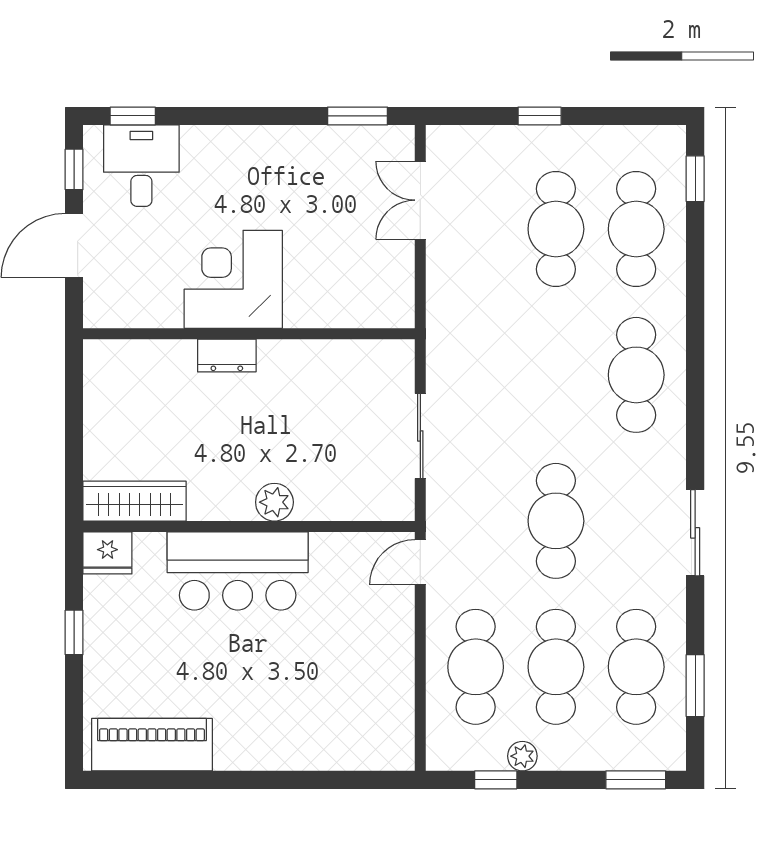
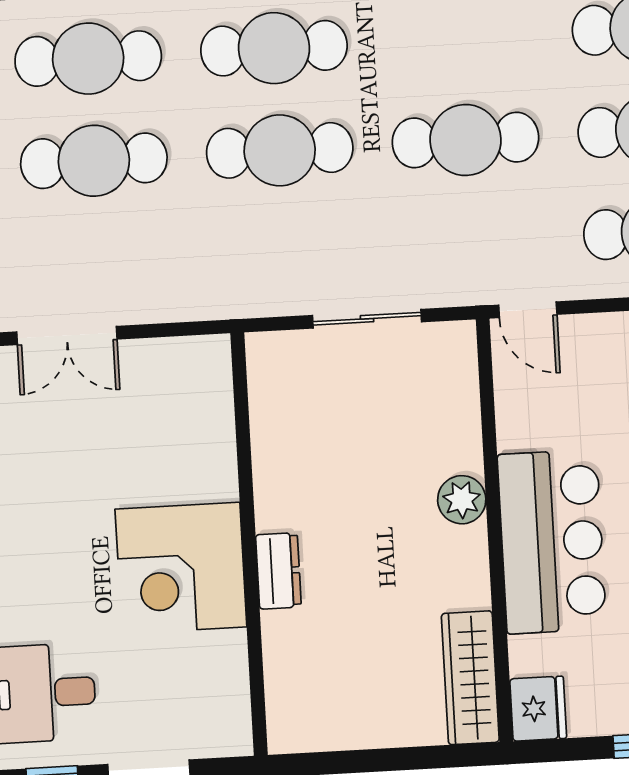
cafe table: (556, 375) -> (280, 150), added

